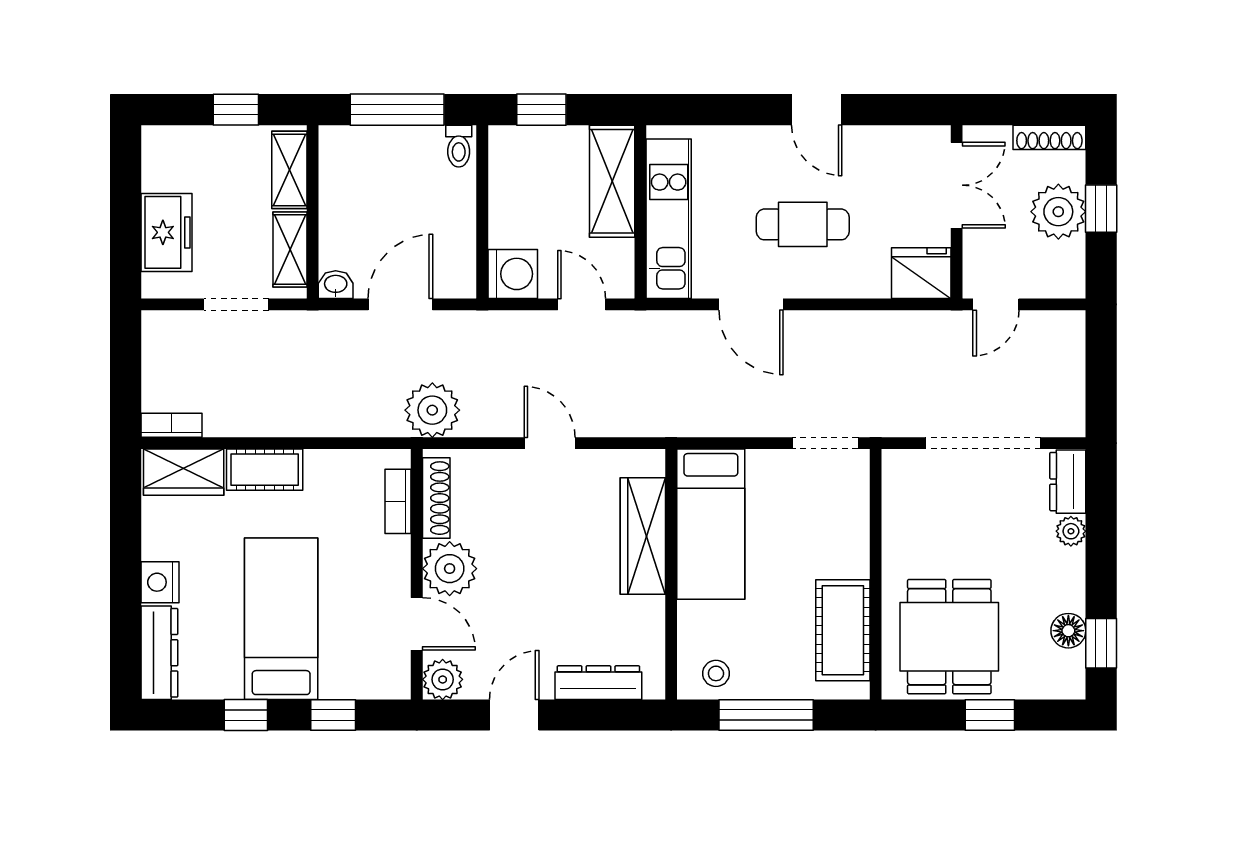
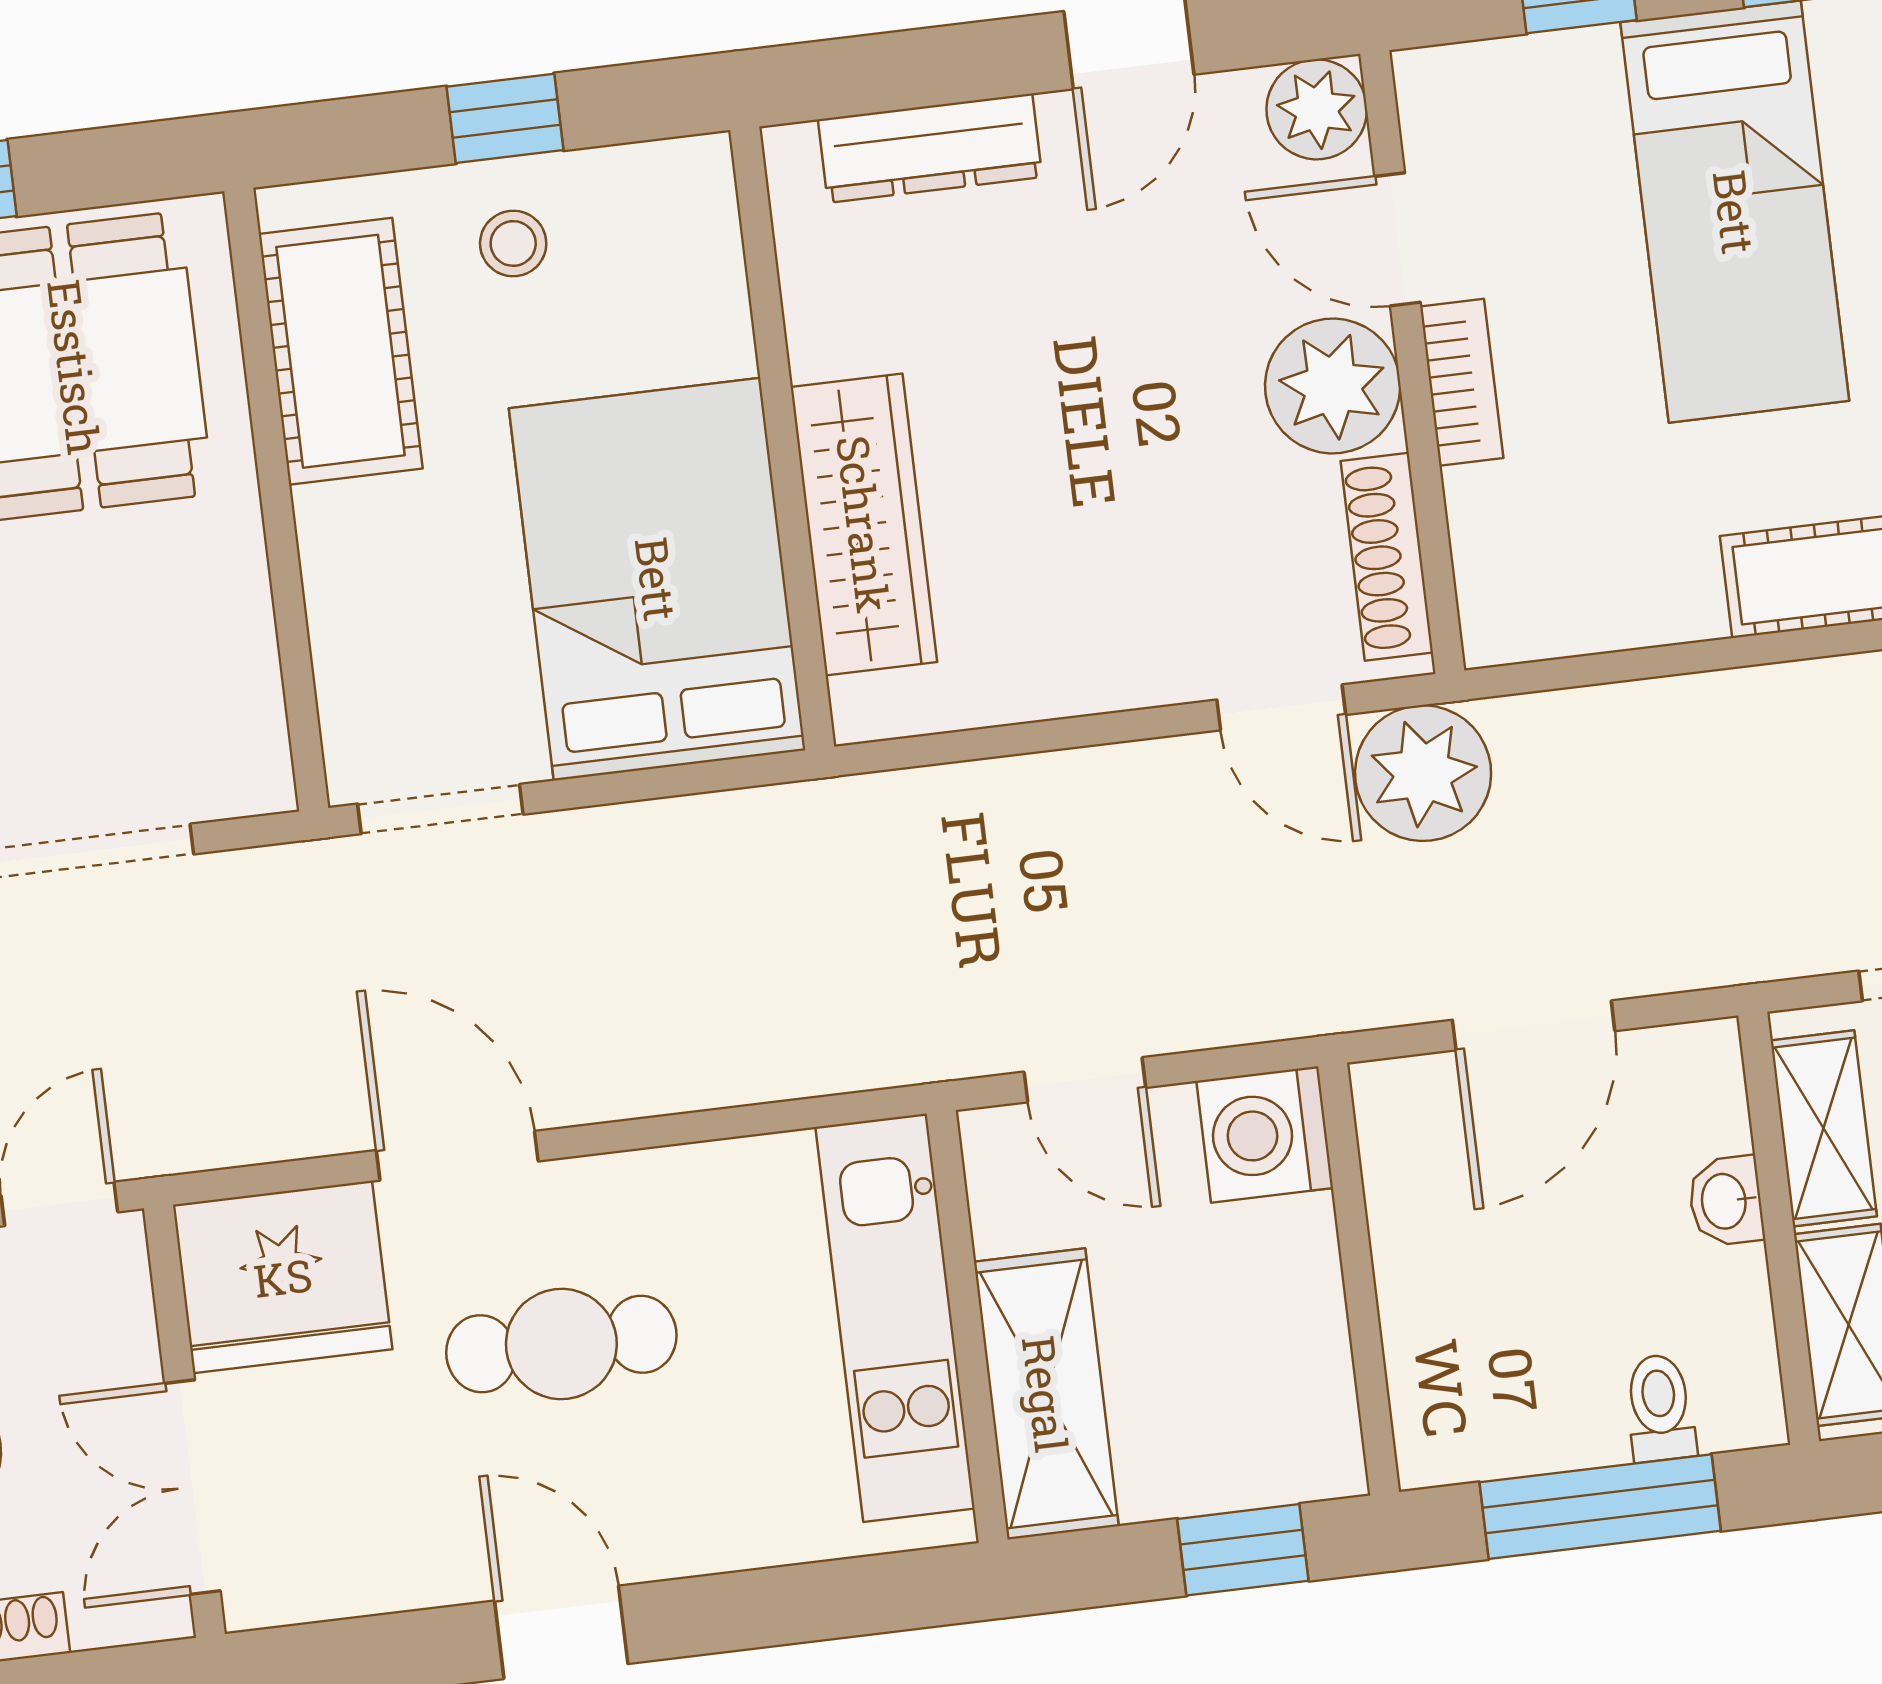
toilet: (459, 146) -> (1660, 1408), moved
fridge: (921, 273) -> (283, 1277), width x1.36, depth x1.34
washbasin: (336, 285) -> (1726, 1201), moved, turned 90
door: (751, 304) -> (457, 1156), moved
door: (550, 443) -> (1281, 707), moved
bookcase: (398, 501) -> (1462, 382), moved
bed: (711, 524) -> (657, 579), width x1.50
stool: (716, 673) -> (513, 243), moved
window: (766, 715) -> (505, 118), width x0.46

